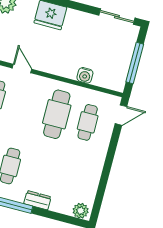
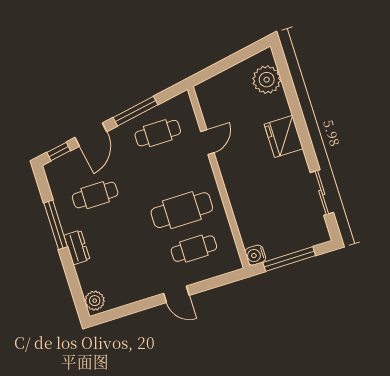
sliding door: (117, 17) -> (322, 192), moved
water cooler: (85, 75) -> (255, 255), moved
door: (121, 115) -> (176, 294), moved

